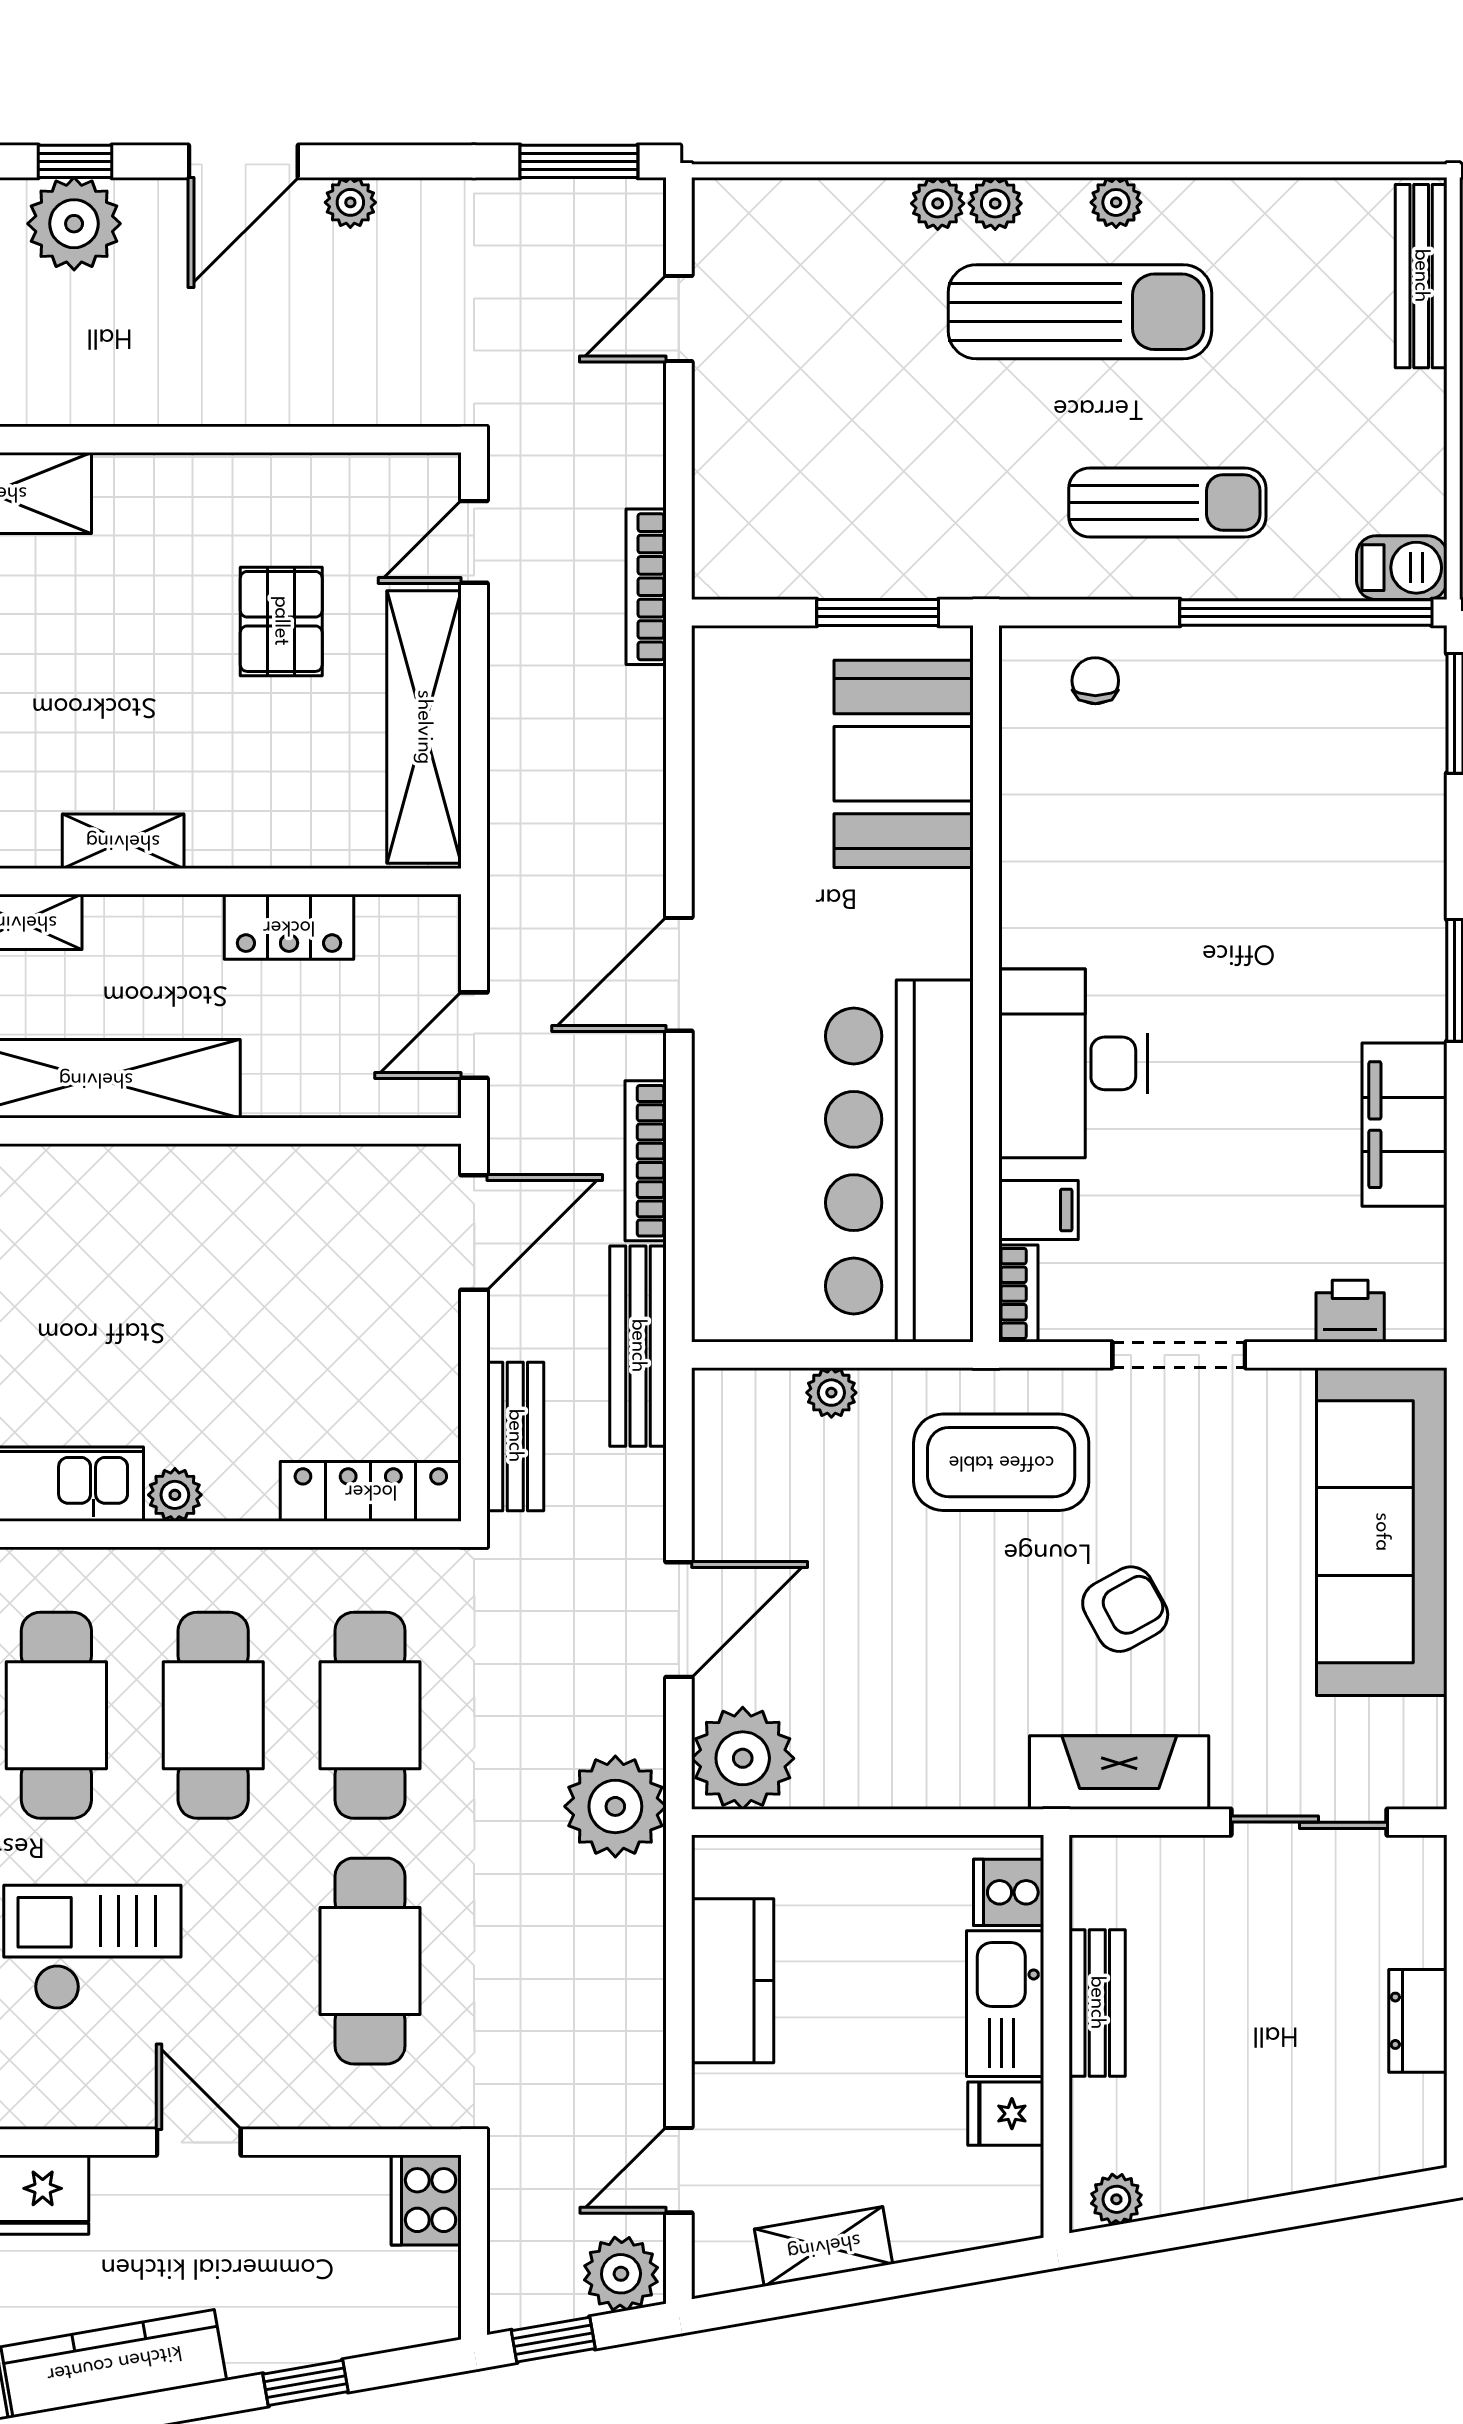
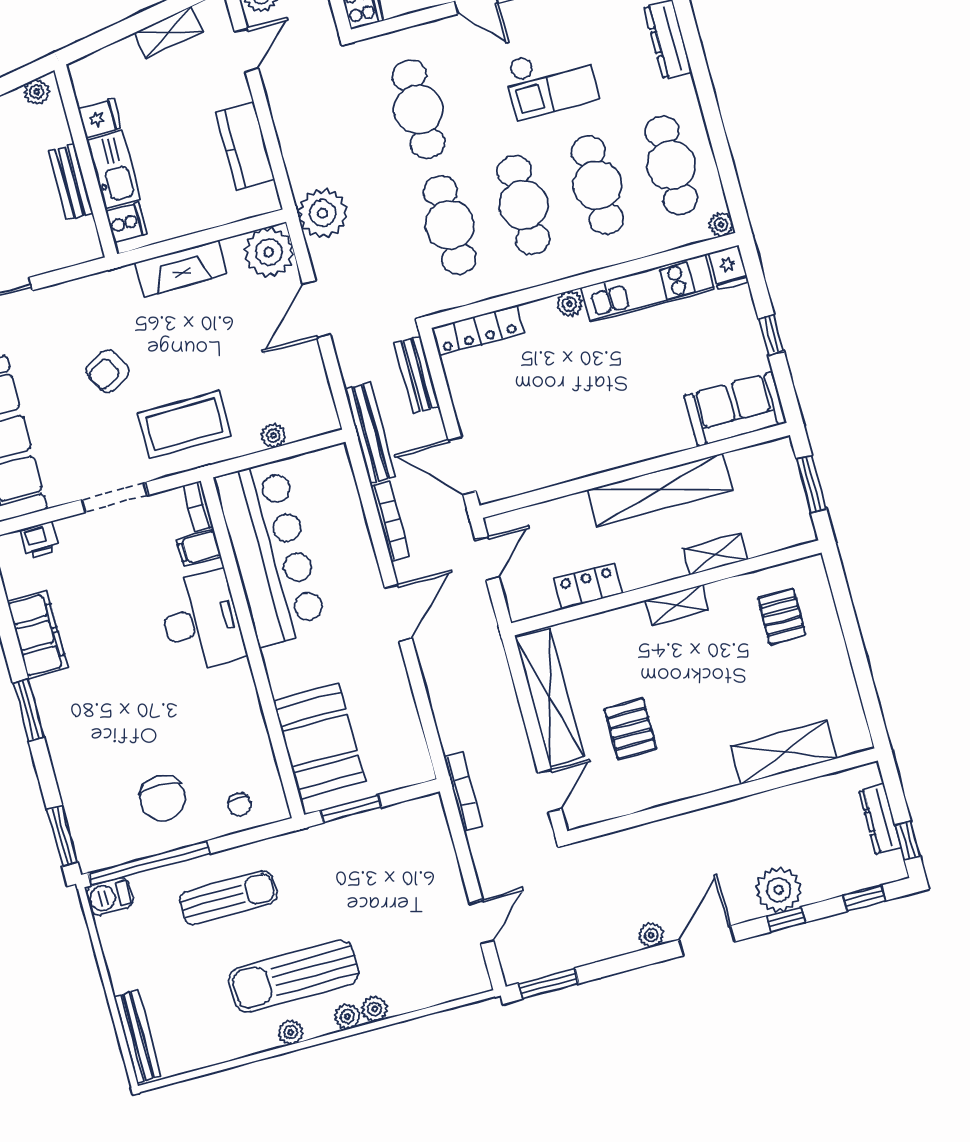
sun lounger: (1167, 502) -> (228, 897), turned 180
chair: (1245, 734) -> (162, 798), added
door: (474, 1233) -> (462, 466), hinge flipped
fireplace: (1119, 1773) -> (181, 269), moved

